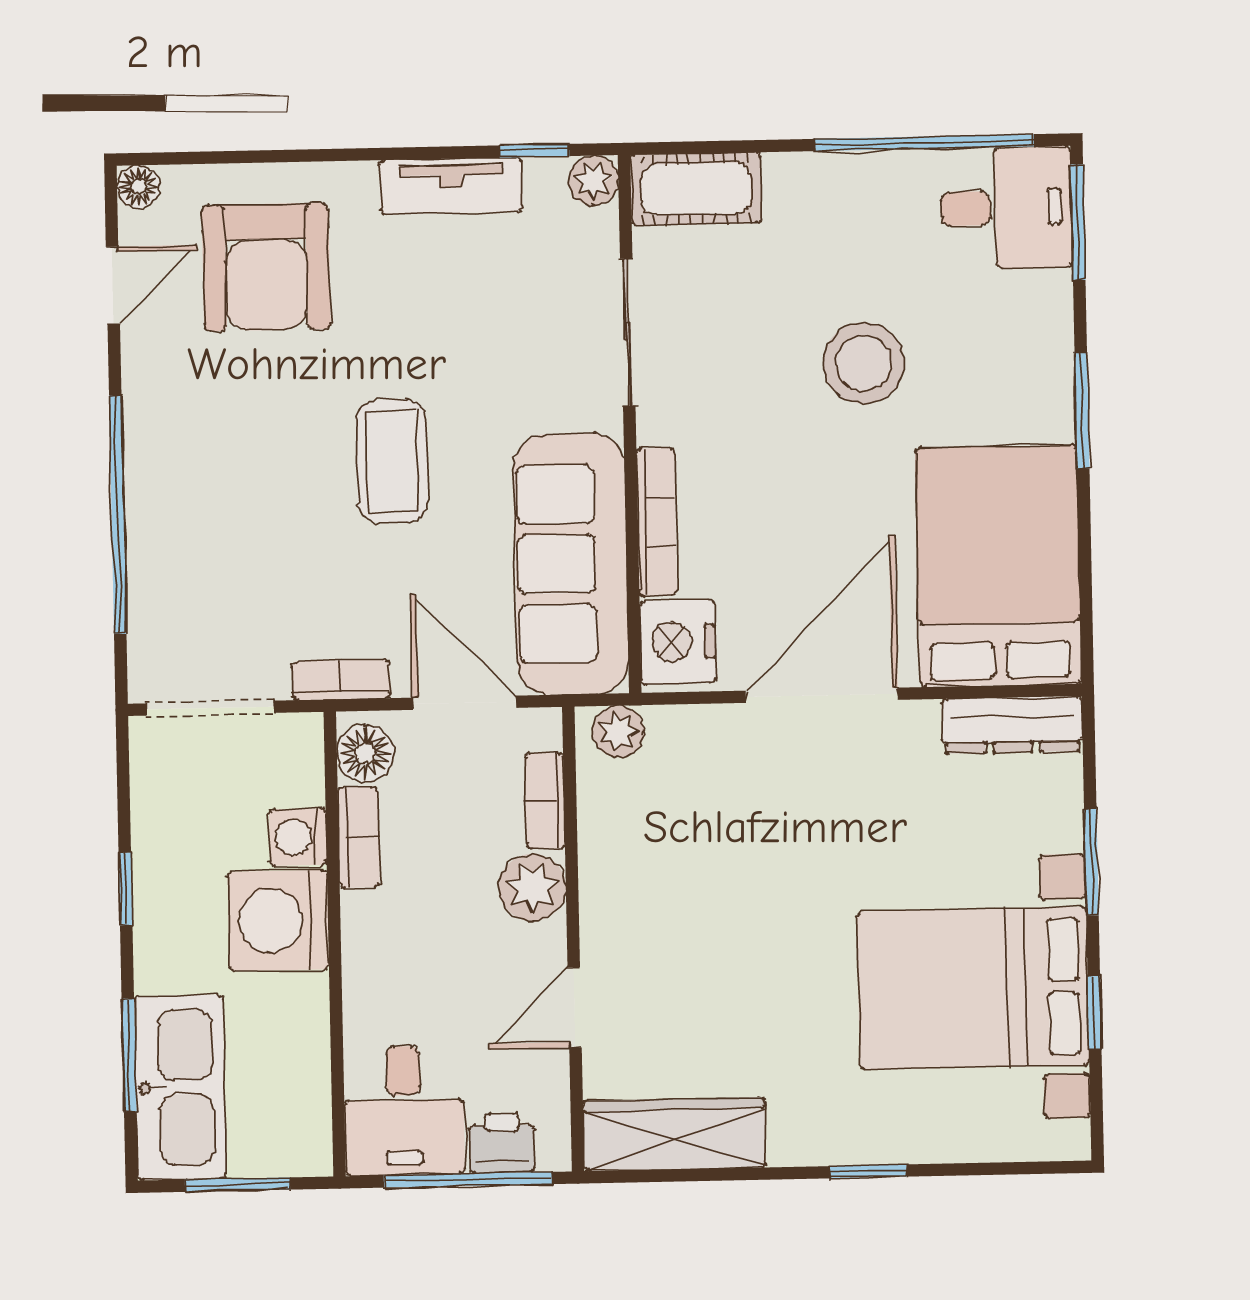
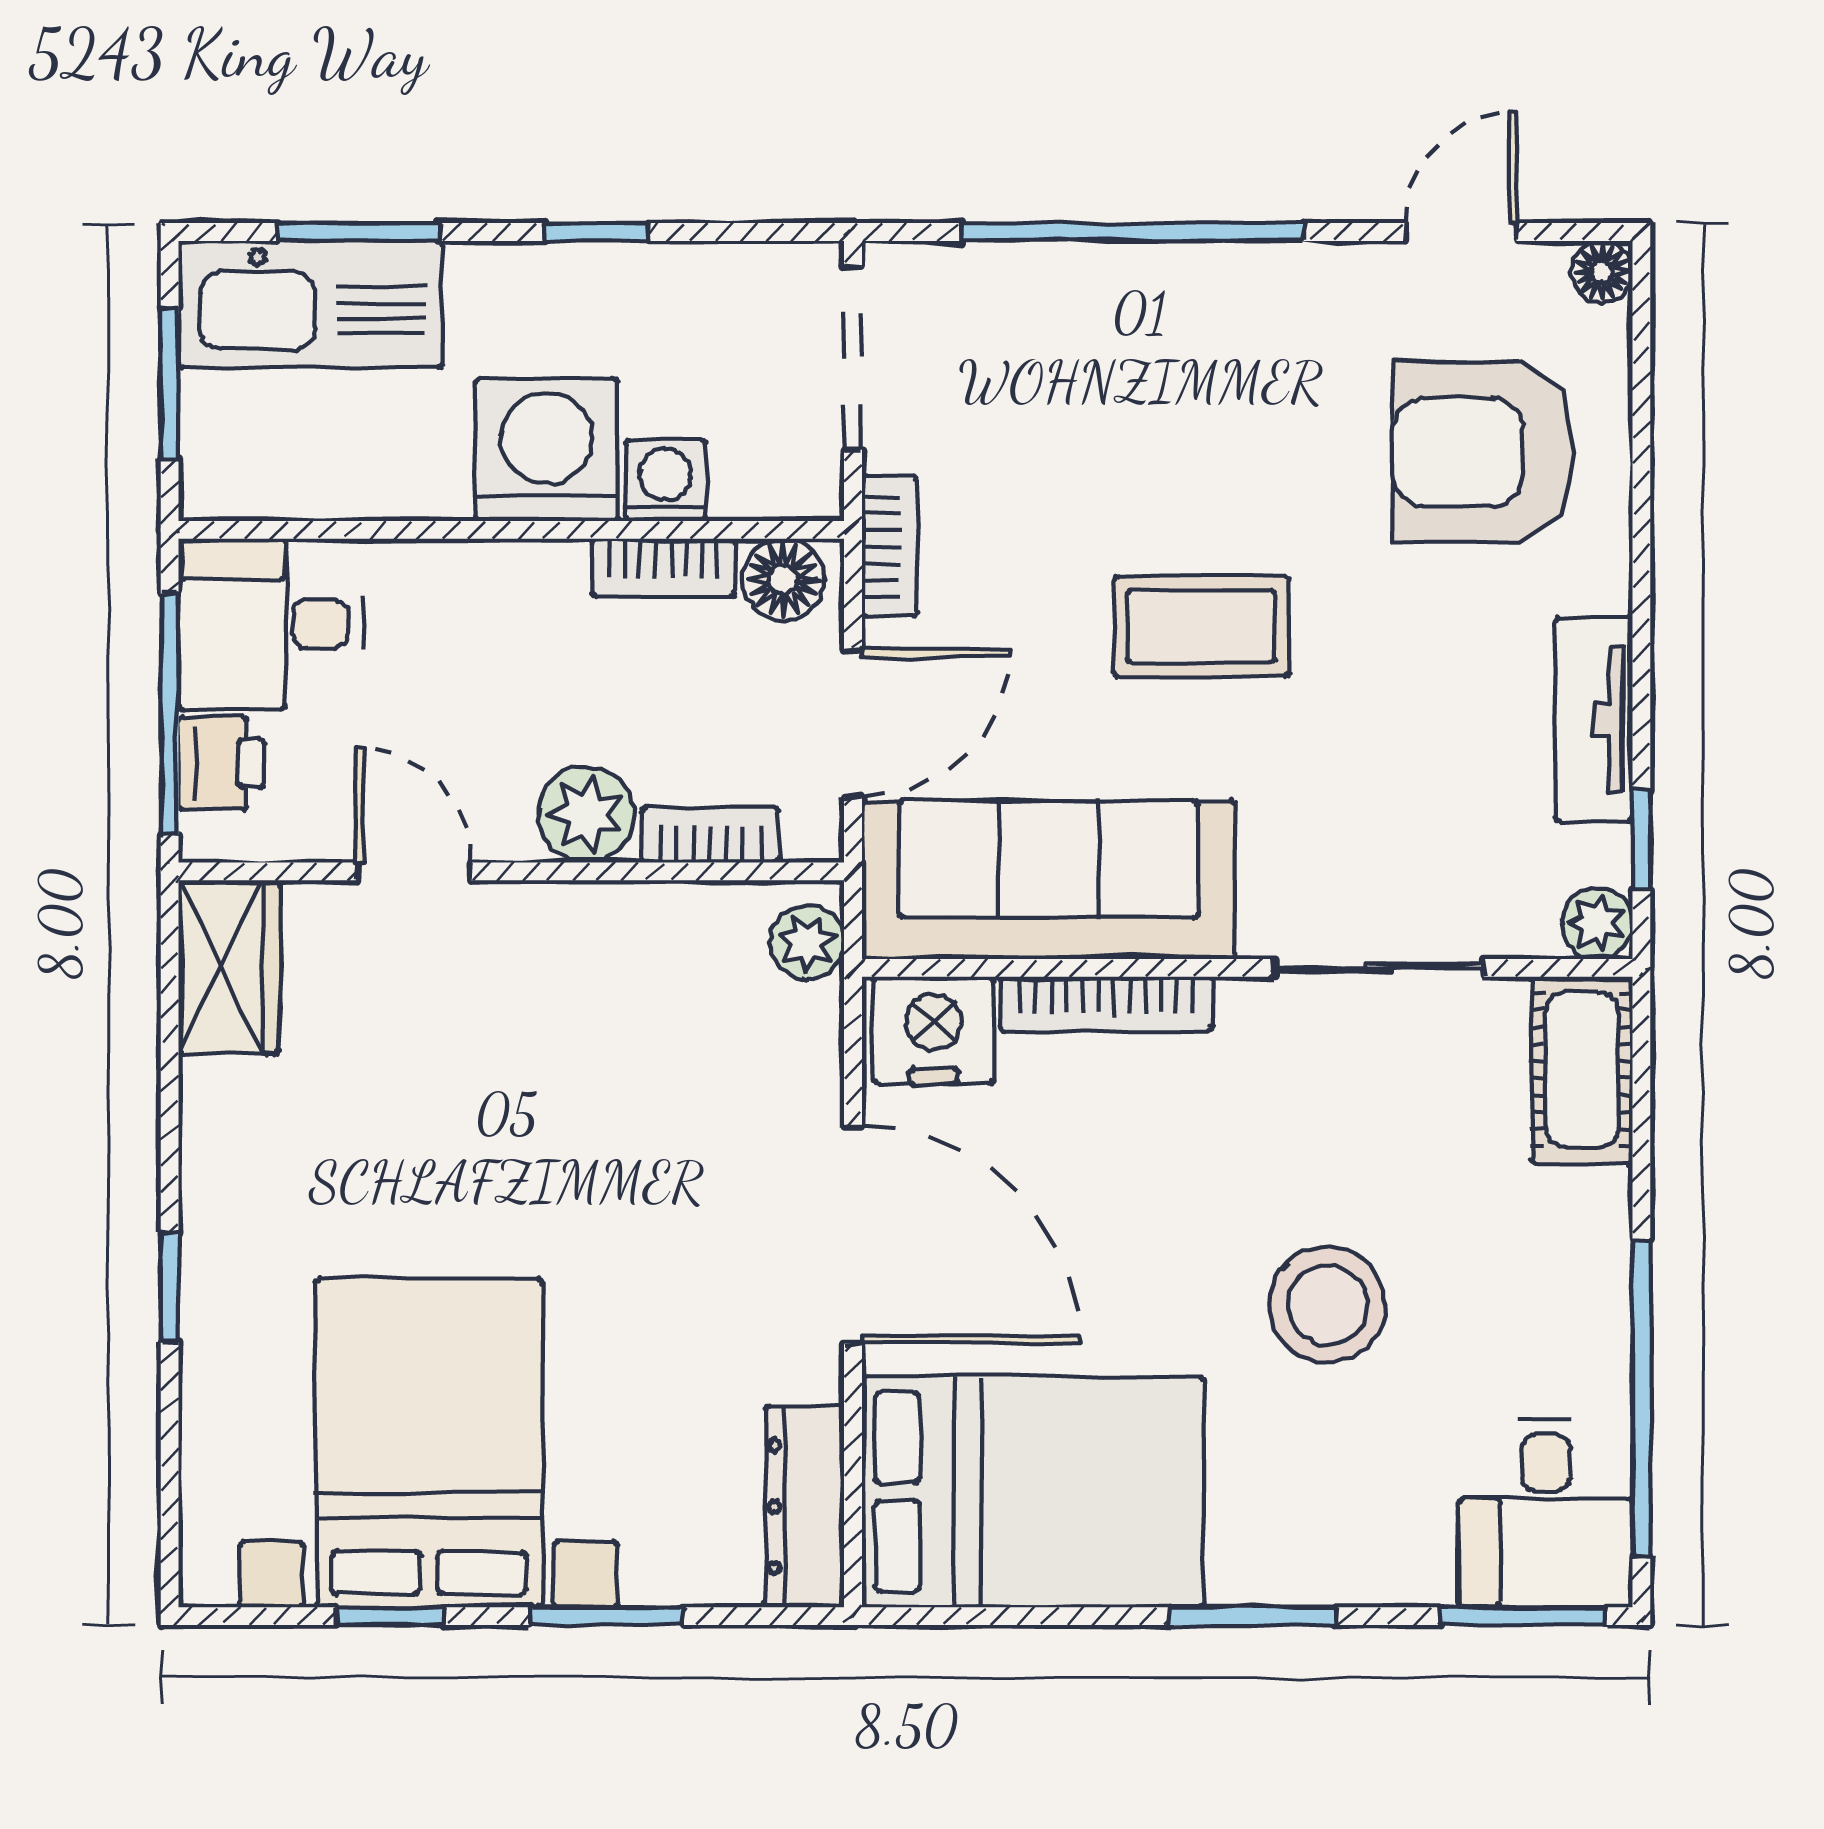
door: (113, 286) -> (1461, 232), swing flipped
wardrobe: (674, 1134) -> (229, 967), width x0.67

